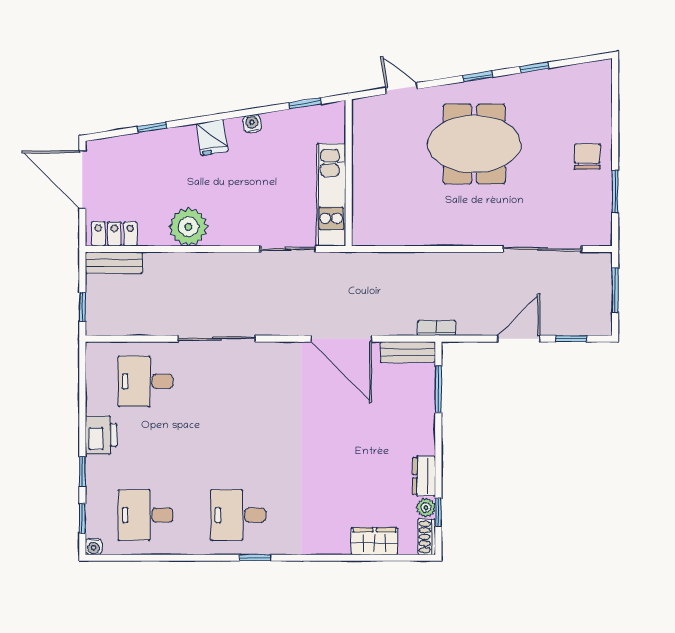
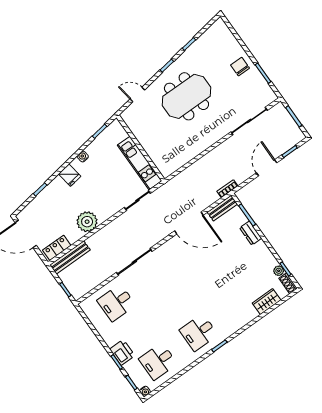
bench: (114, 263) -> (70, 257), width x1.36
printer: (101, 435) -> (122, 352), moved
dresser: (424, 476) -> (251, 233), moved

